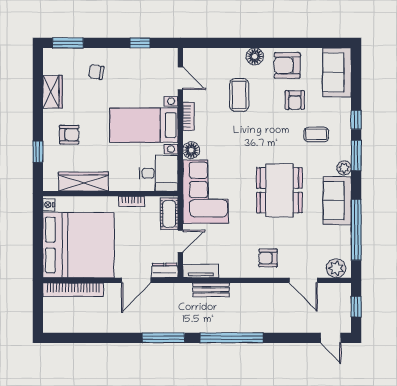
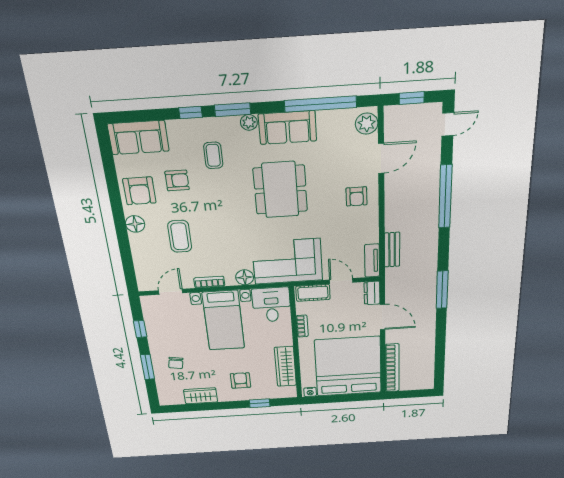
window: (68, 43) -> (147, 367), moved
coffee table: (239, 95) -> (180, 236), turned 90
dining table: (279, 190) -> (280, 190), turned 90
window: (232, 338) -> (445, 197), moved

